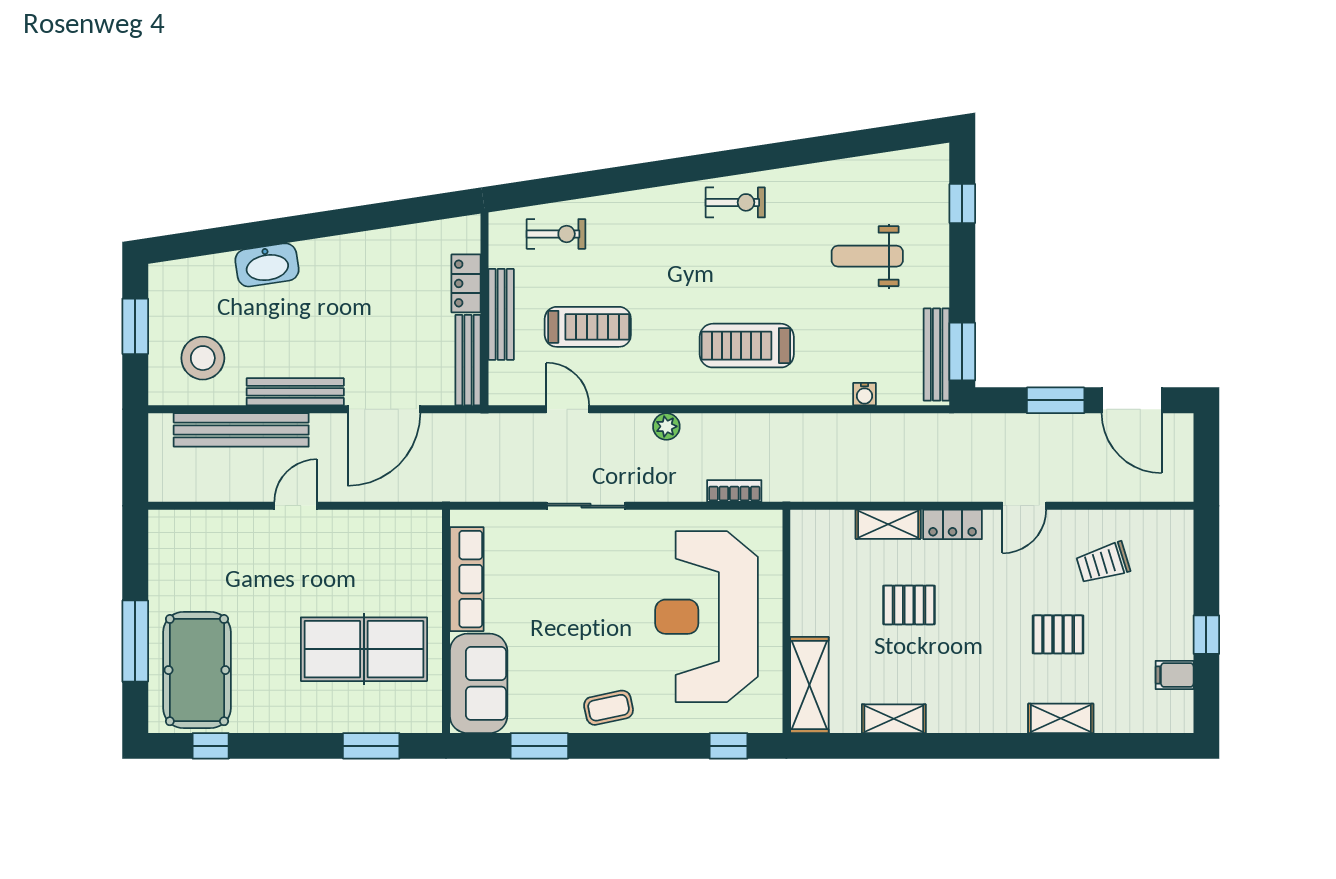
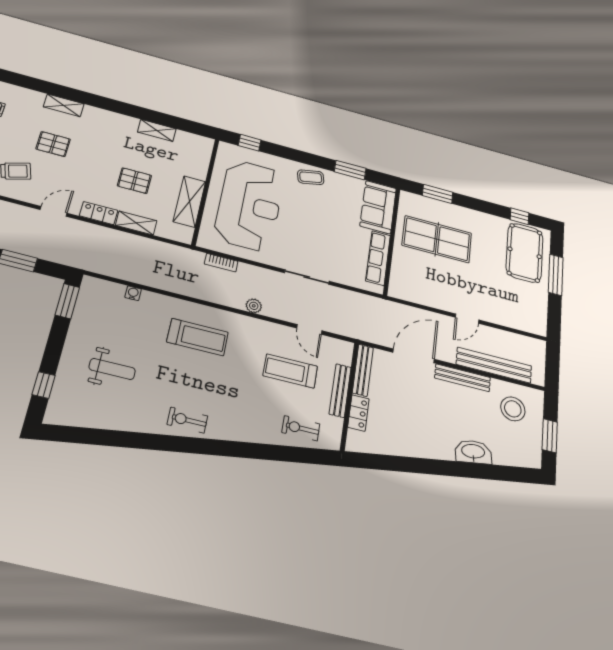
bench: (937, 355) -> (84, 303), removed
shelving: (809, 685) -> (189, 201), moved

